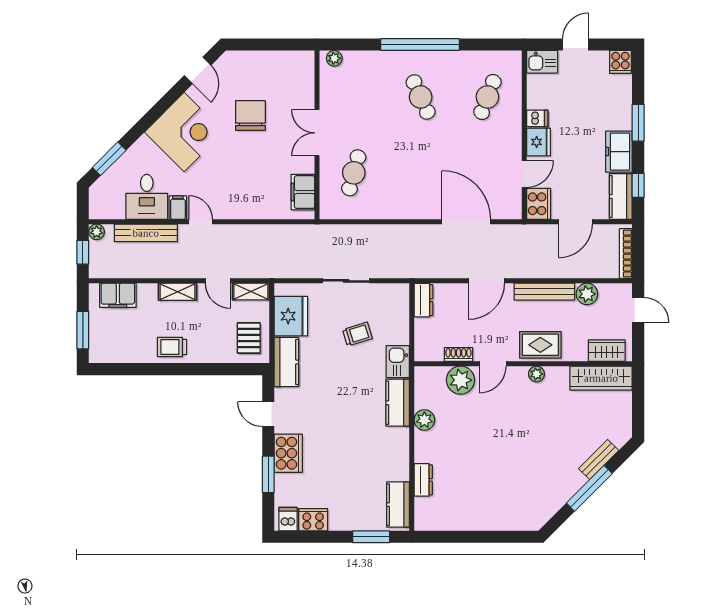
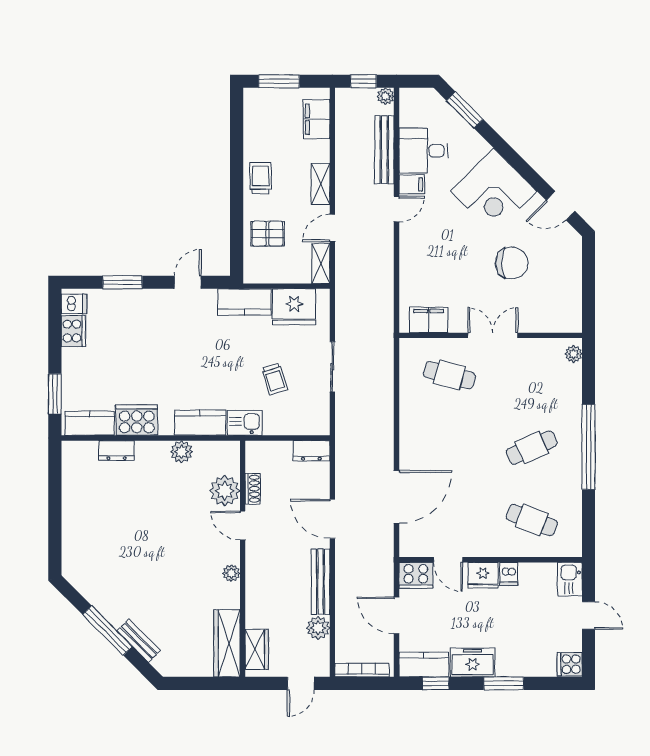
pallet: (249, 338) -> (268, 234), moved
rug: (540, 345) -> (263, 577), removed
cooker: (288, 453) -> (137, 420), moved, turned 180

